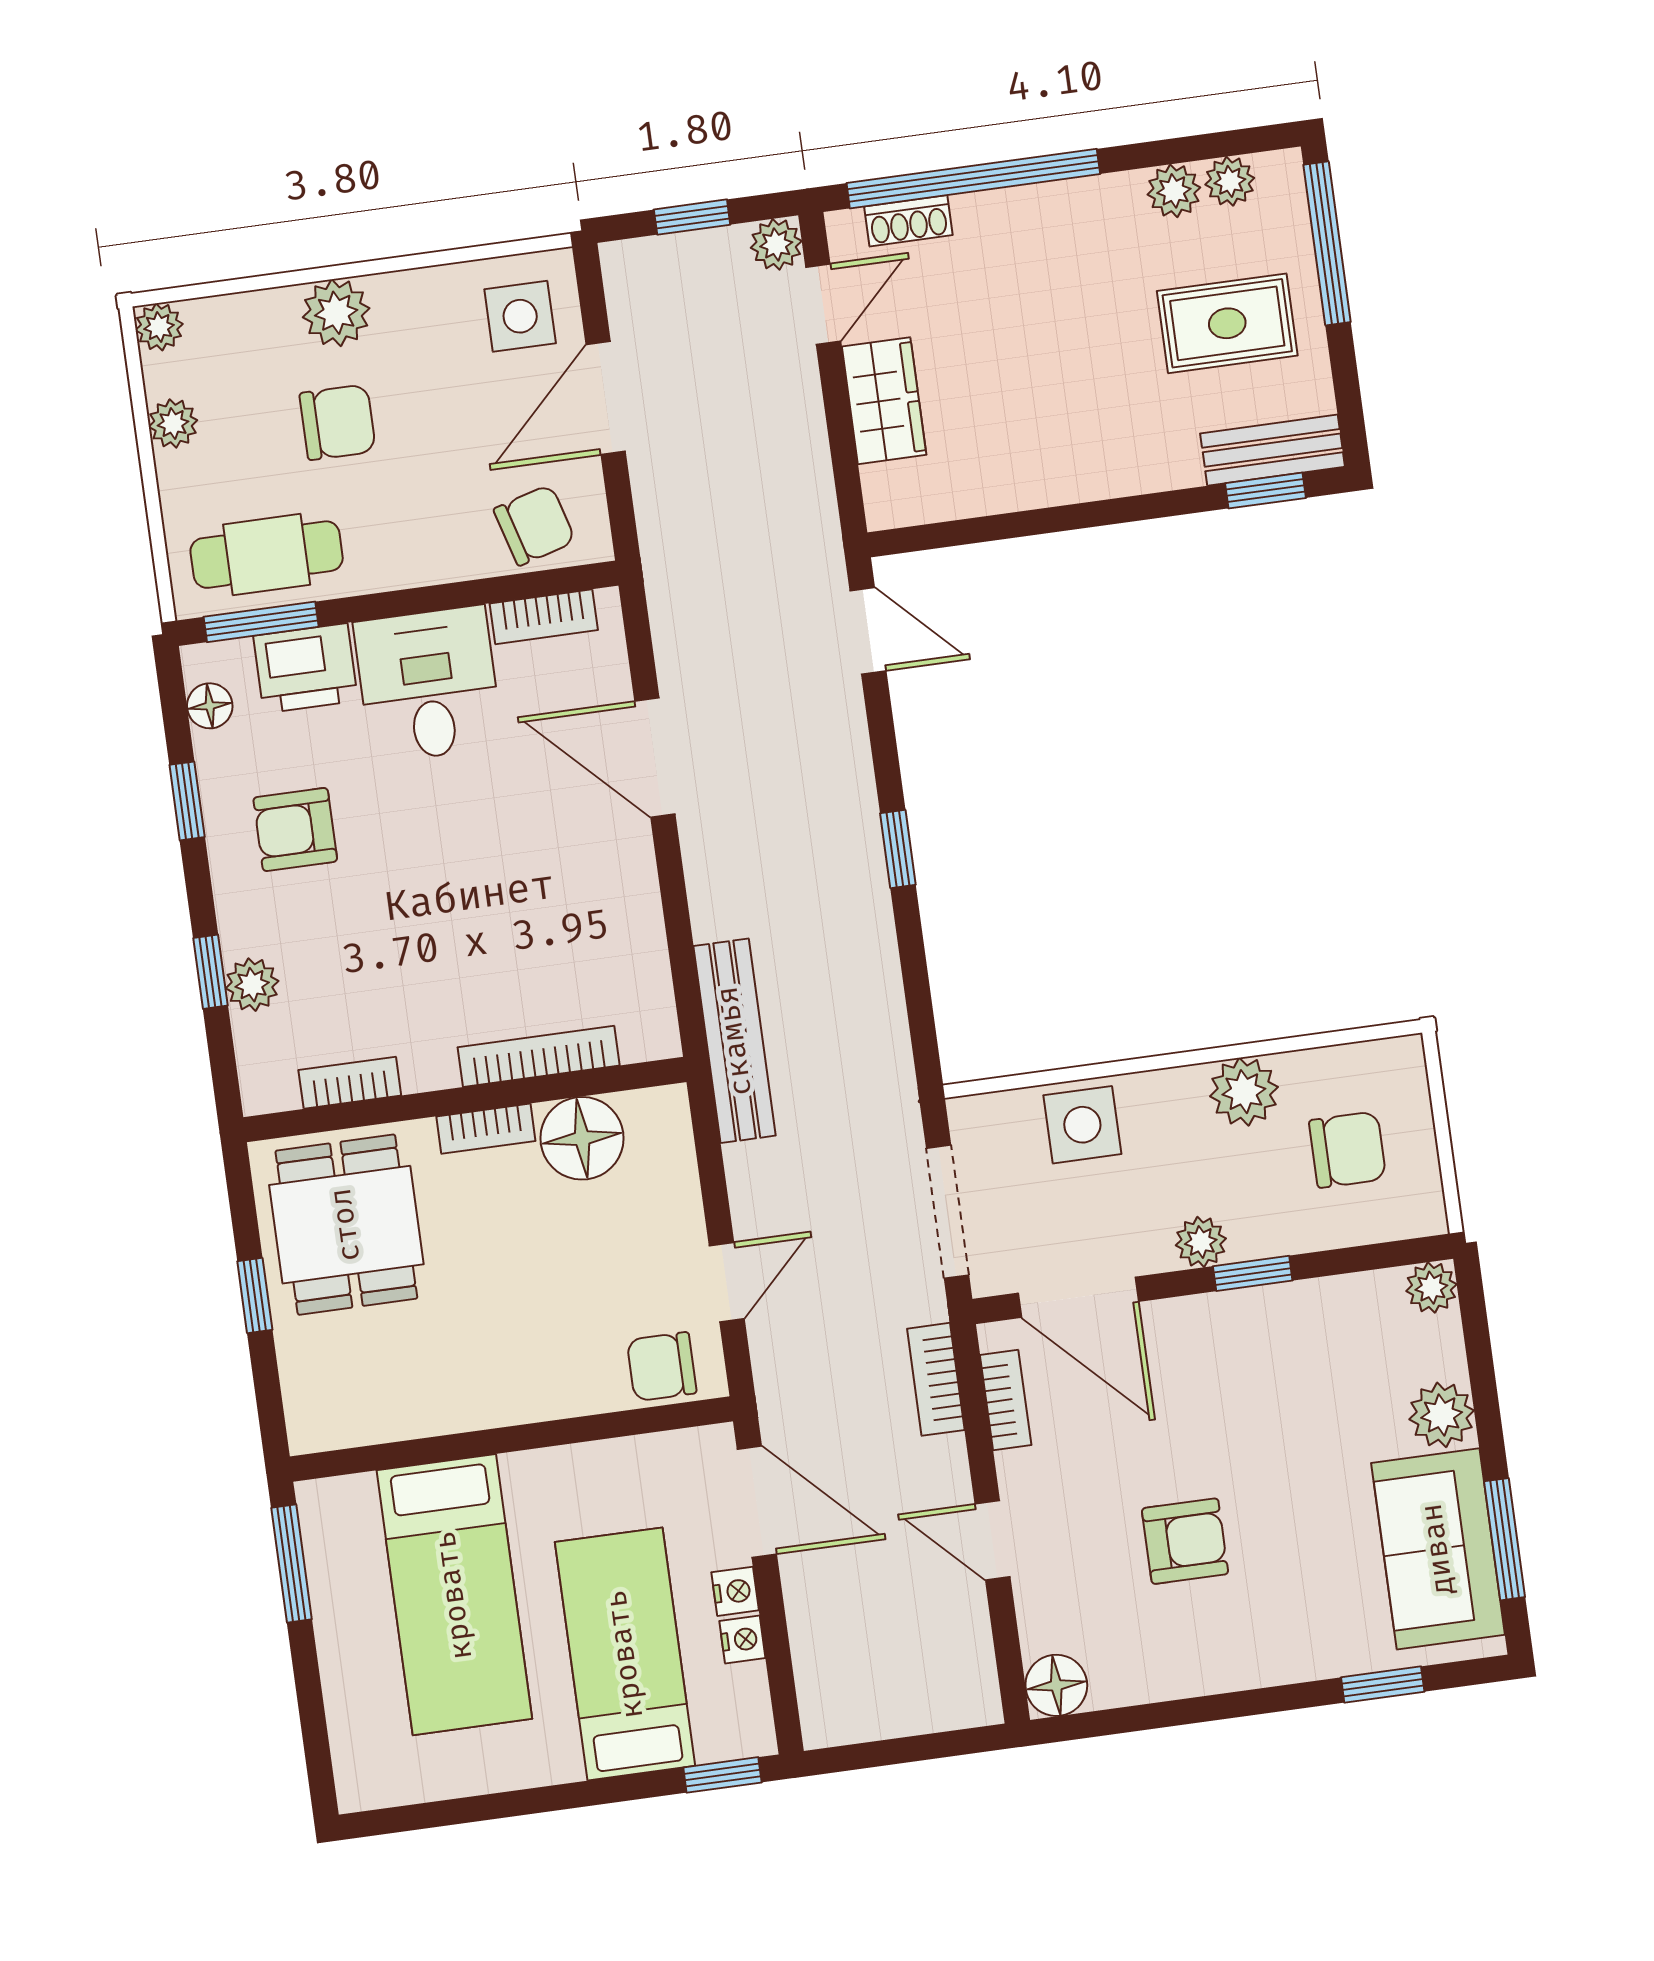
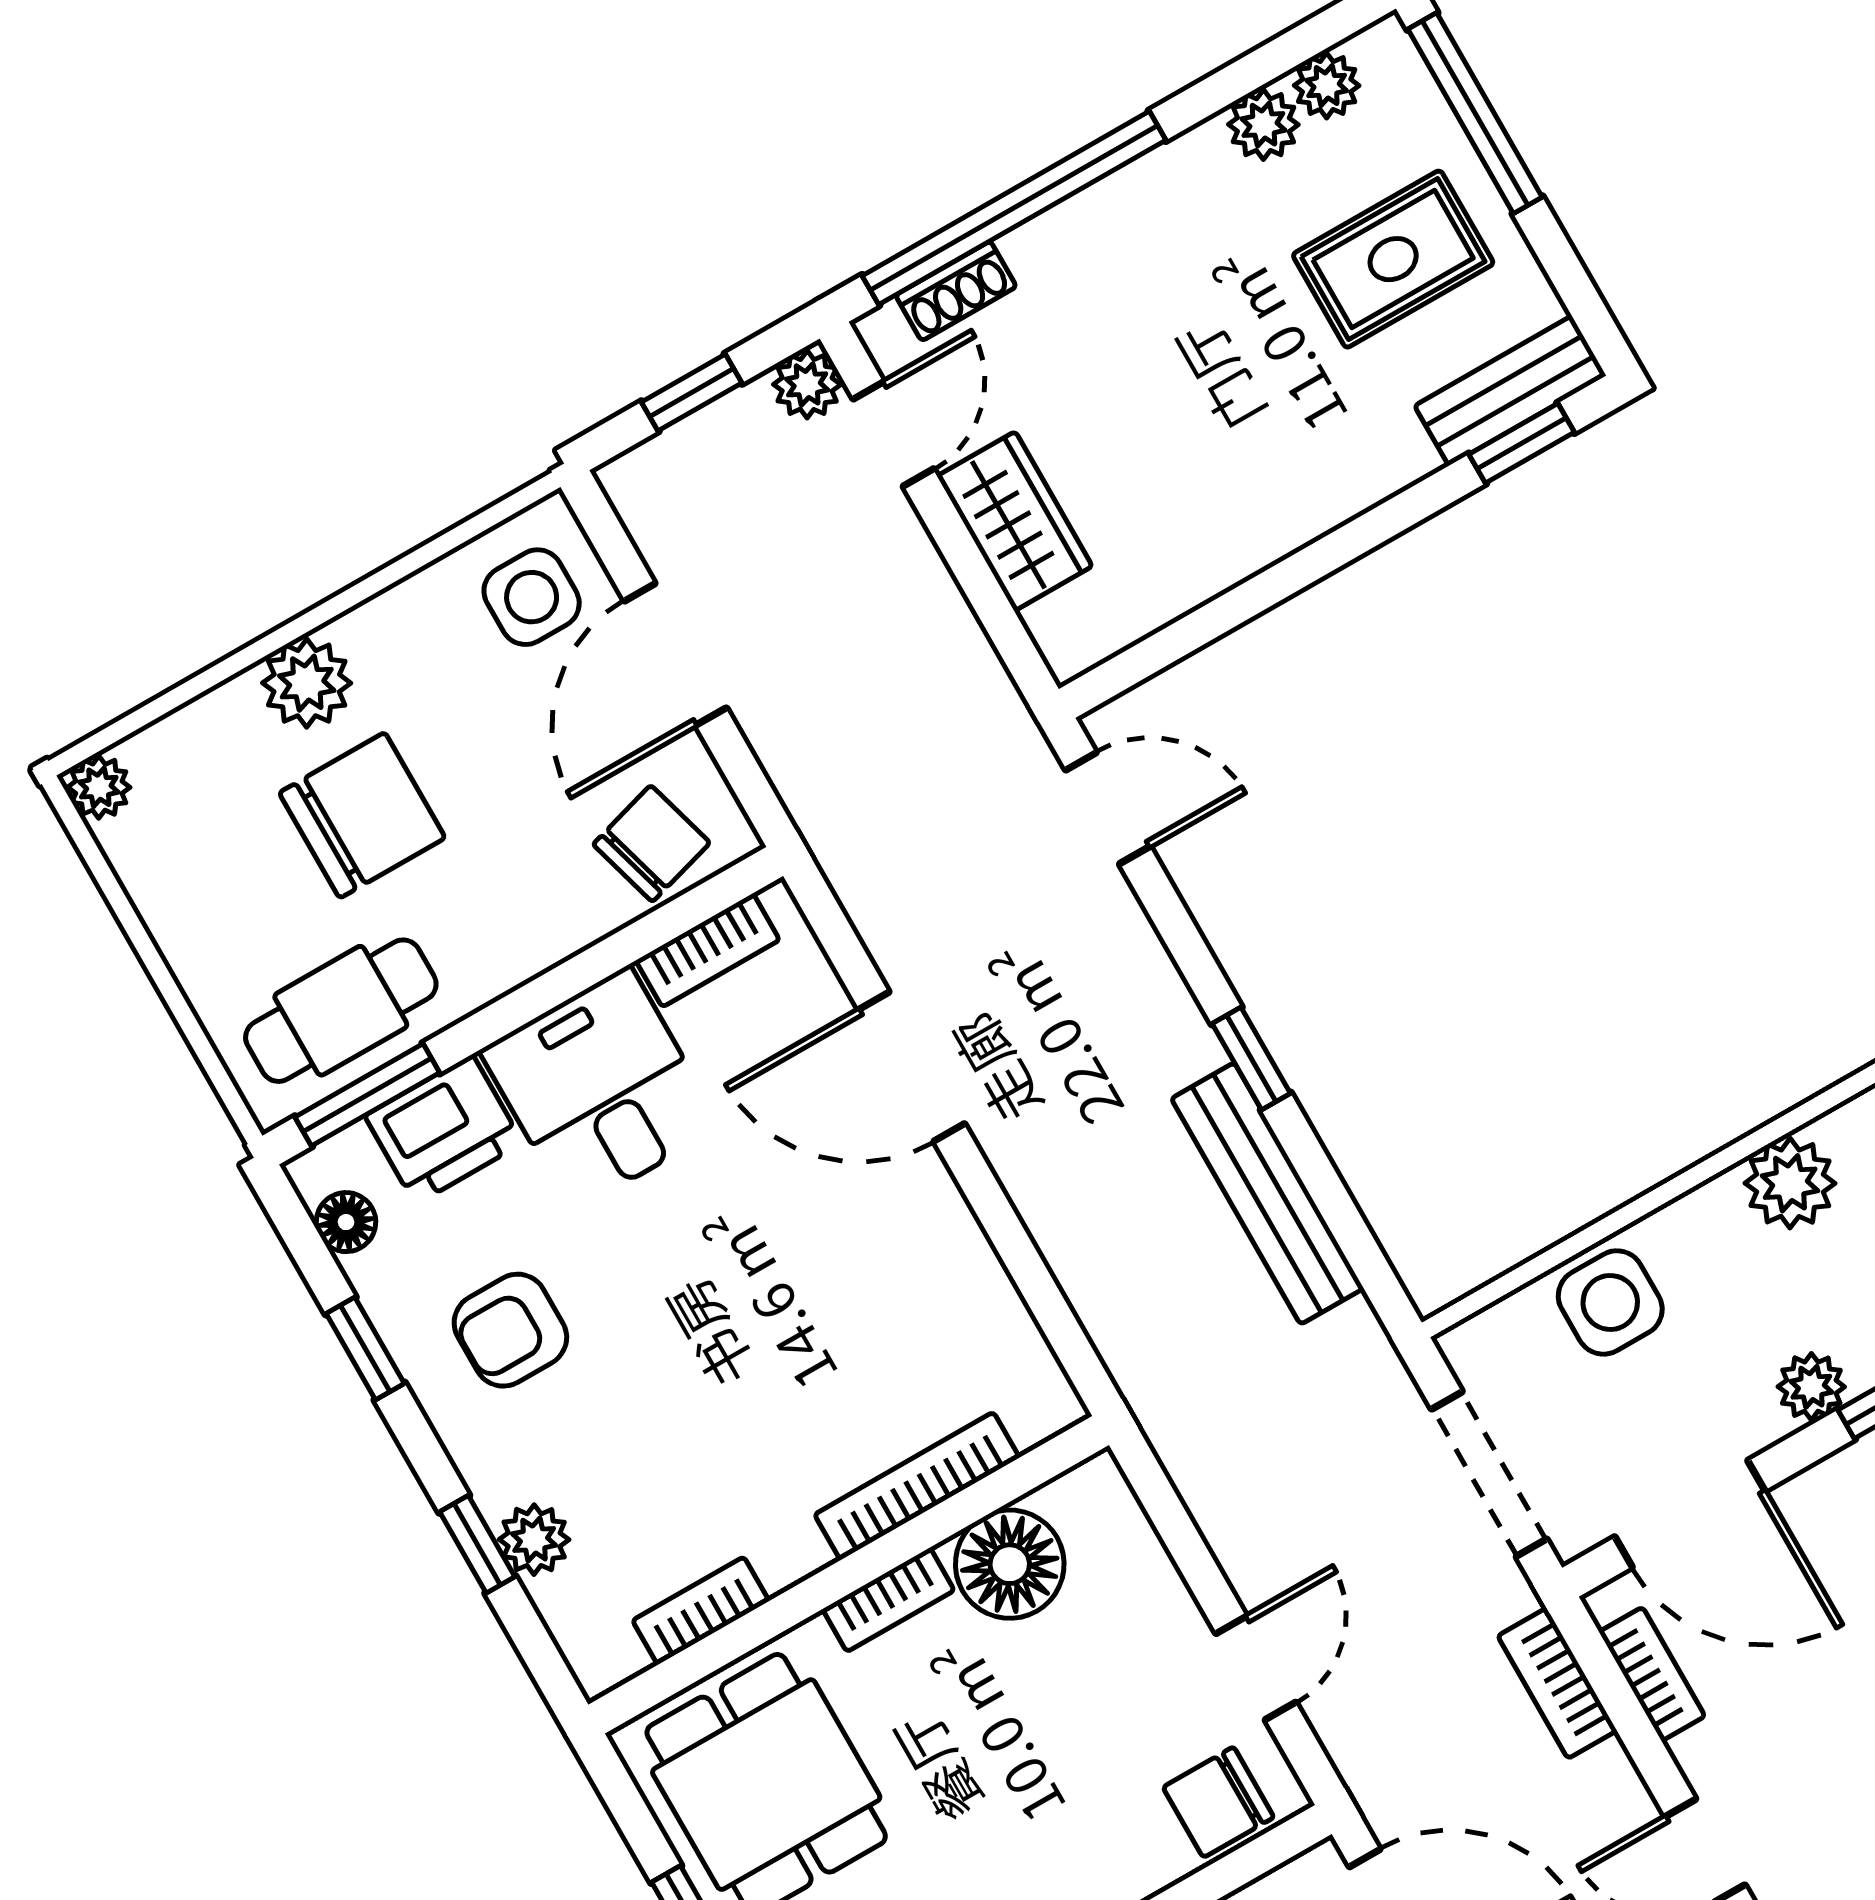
chair: (338, 422) -> (362, 815), width x1.37, depth x1.37
plant: (173, 424) -> (163, 897), removed
bench: (735, 1041) -> (1267, 1194), moved

